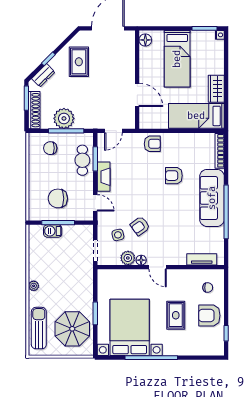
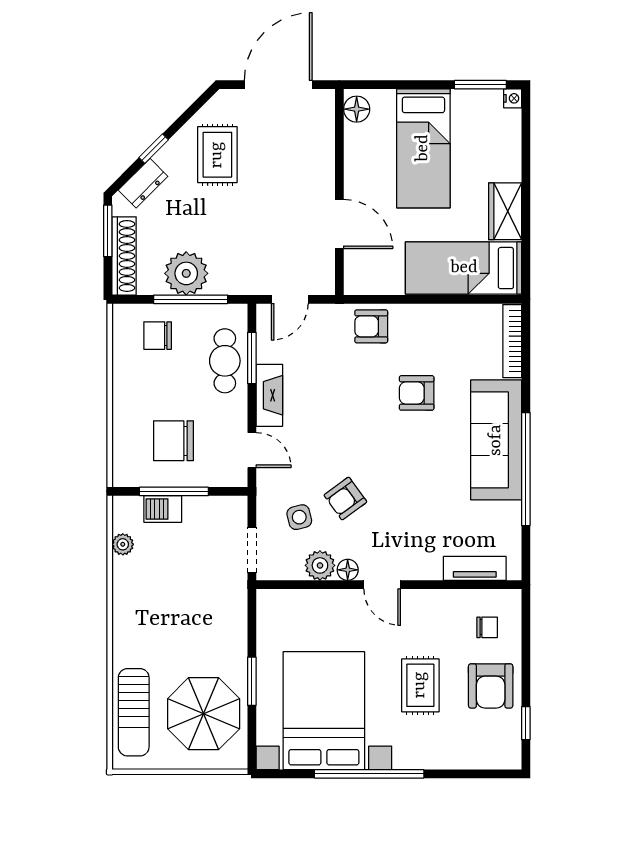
armchair: (152, 144) -> (371, 326), turned 180
plant: (34, 286) -> (123, 544), moved
armchair: (209, 316) -> (491, 686), turned -90
sun lounger: (39, 328) -> (134, 712), turned 180

